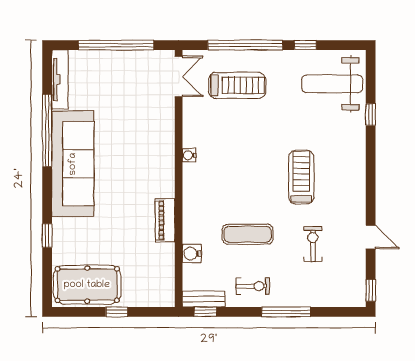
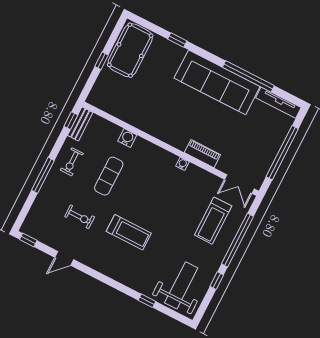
piano: (165, 220) -> (202, 154), moved
water cooler: (192, 254) -> (127, 138), moved

